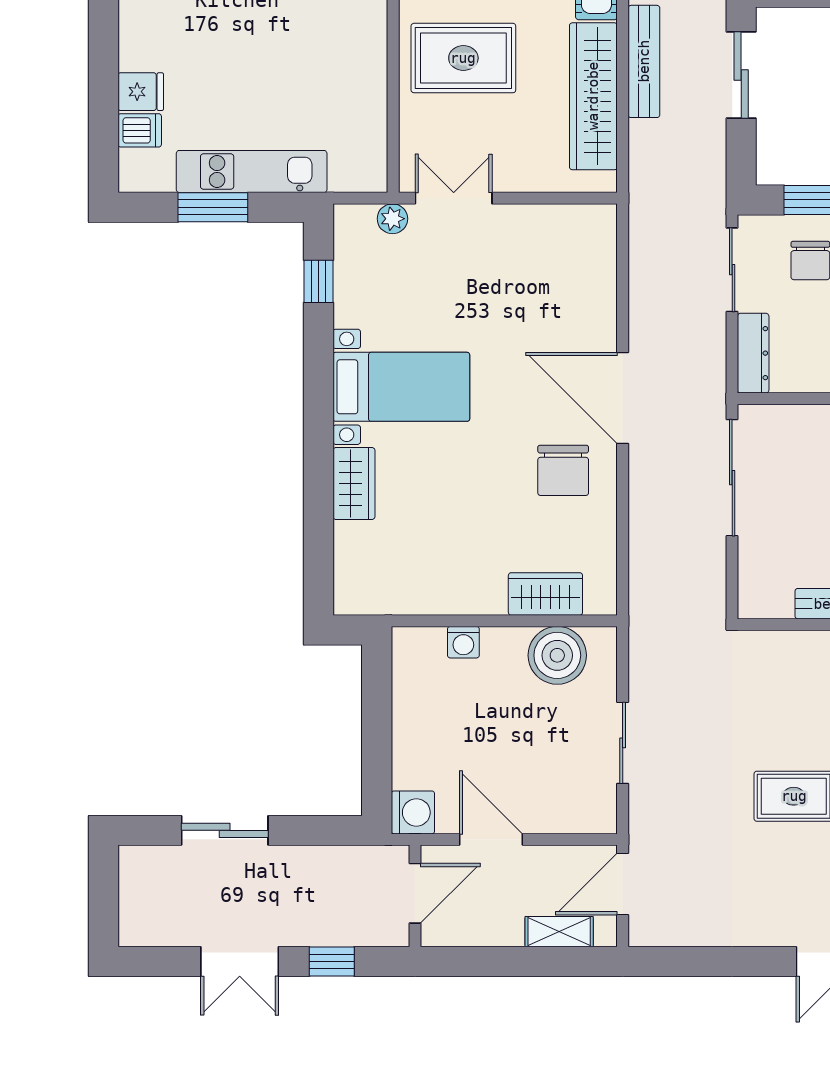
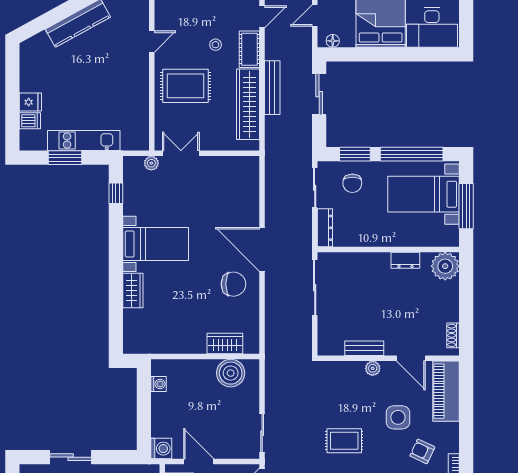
chair: (563, 470) -> (233, 284), turned -90
washing machine: (463, 642) -> (158, 384), moved, turned -90
sliding door: (623, 743) -> (262, 433), moved

